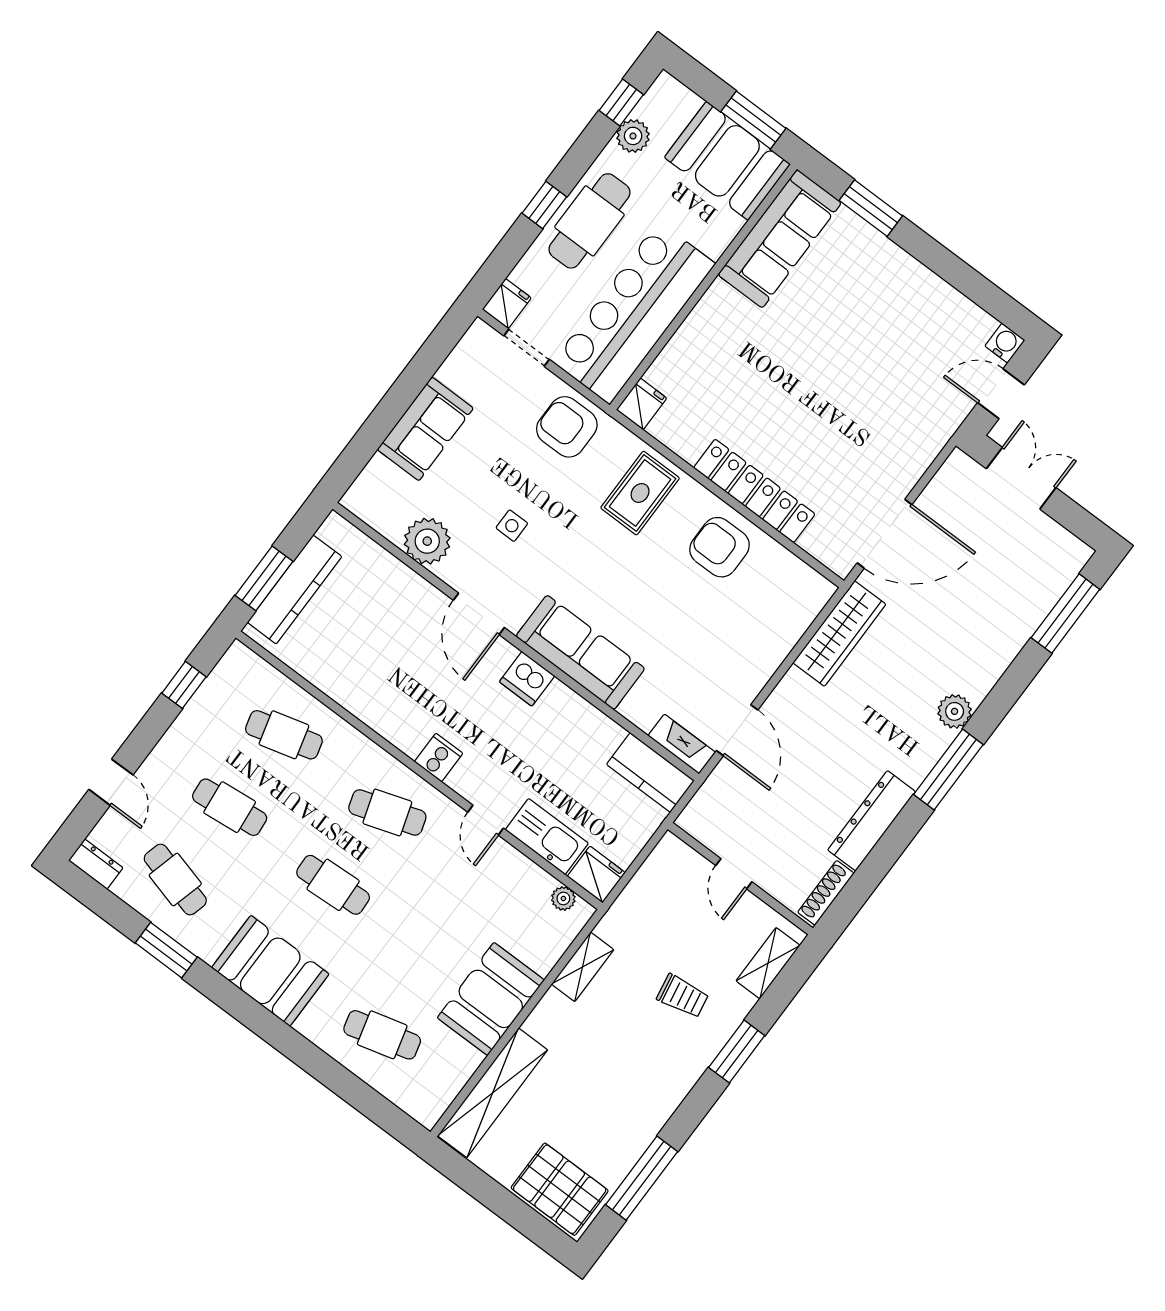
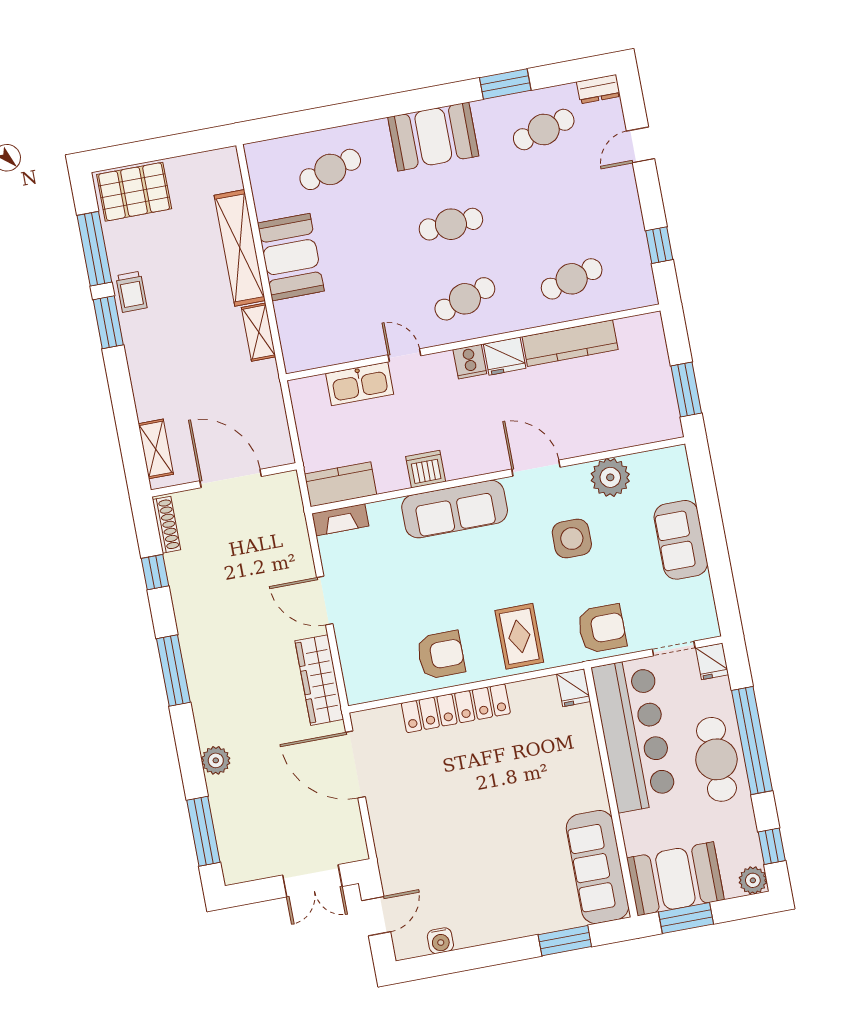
plant: (633, 136) -> (753, 880), moved
window: (544, 205) -> (752, 740), width x3.17
water cooler: (1005, 343) -> (440, 941), moved
side table: (512, 526) -> (572, 539), width x1.87, depth x1.87
door: (885, 534) -> (355, 765), hinge flipped
window: (264, 578) -> (686, 389), moved
kitchen counter: (295, 589) -> (570, 343), moved, turned -90
dishwasher: (527, 679) -> (426, 469), moved
plant: (955, 711) -> (216, 760), moved
door: (737, 730) -> (325, 601), moved
door: (111, 782) -> (640, 145), hinge flipped
cafe table: (230, 807) -> (558, 204), removed
dresser: (872, 821) -> (185, 594), removed
window: (877, 865) -> (155, 572), added
fridge: (596, 874) -> (505, 356), moved
door: (734, 874) -> (231, 479), width x1.88
cafe table: (175, 880) -> (544, 130), turned -30
plant: (563, 898) -> (312, 359), removed
trolley: (683, 996) -> (131, 292), moved, turned -80
window: (737, 1051) -> (108, 322), moved
shelving: (493, 1093) -> (240, 248), moved

